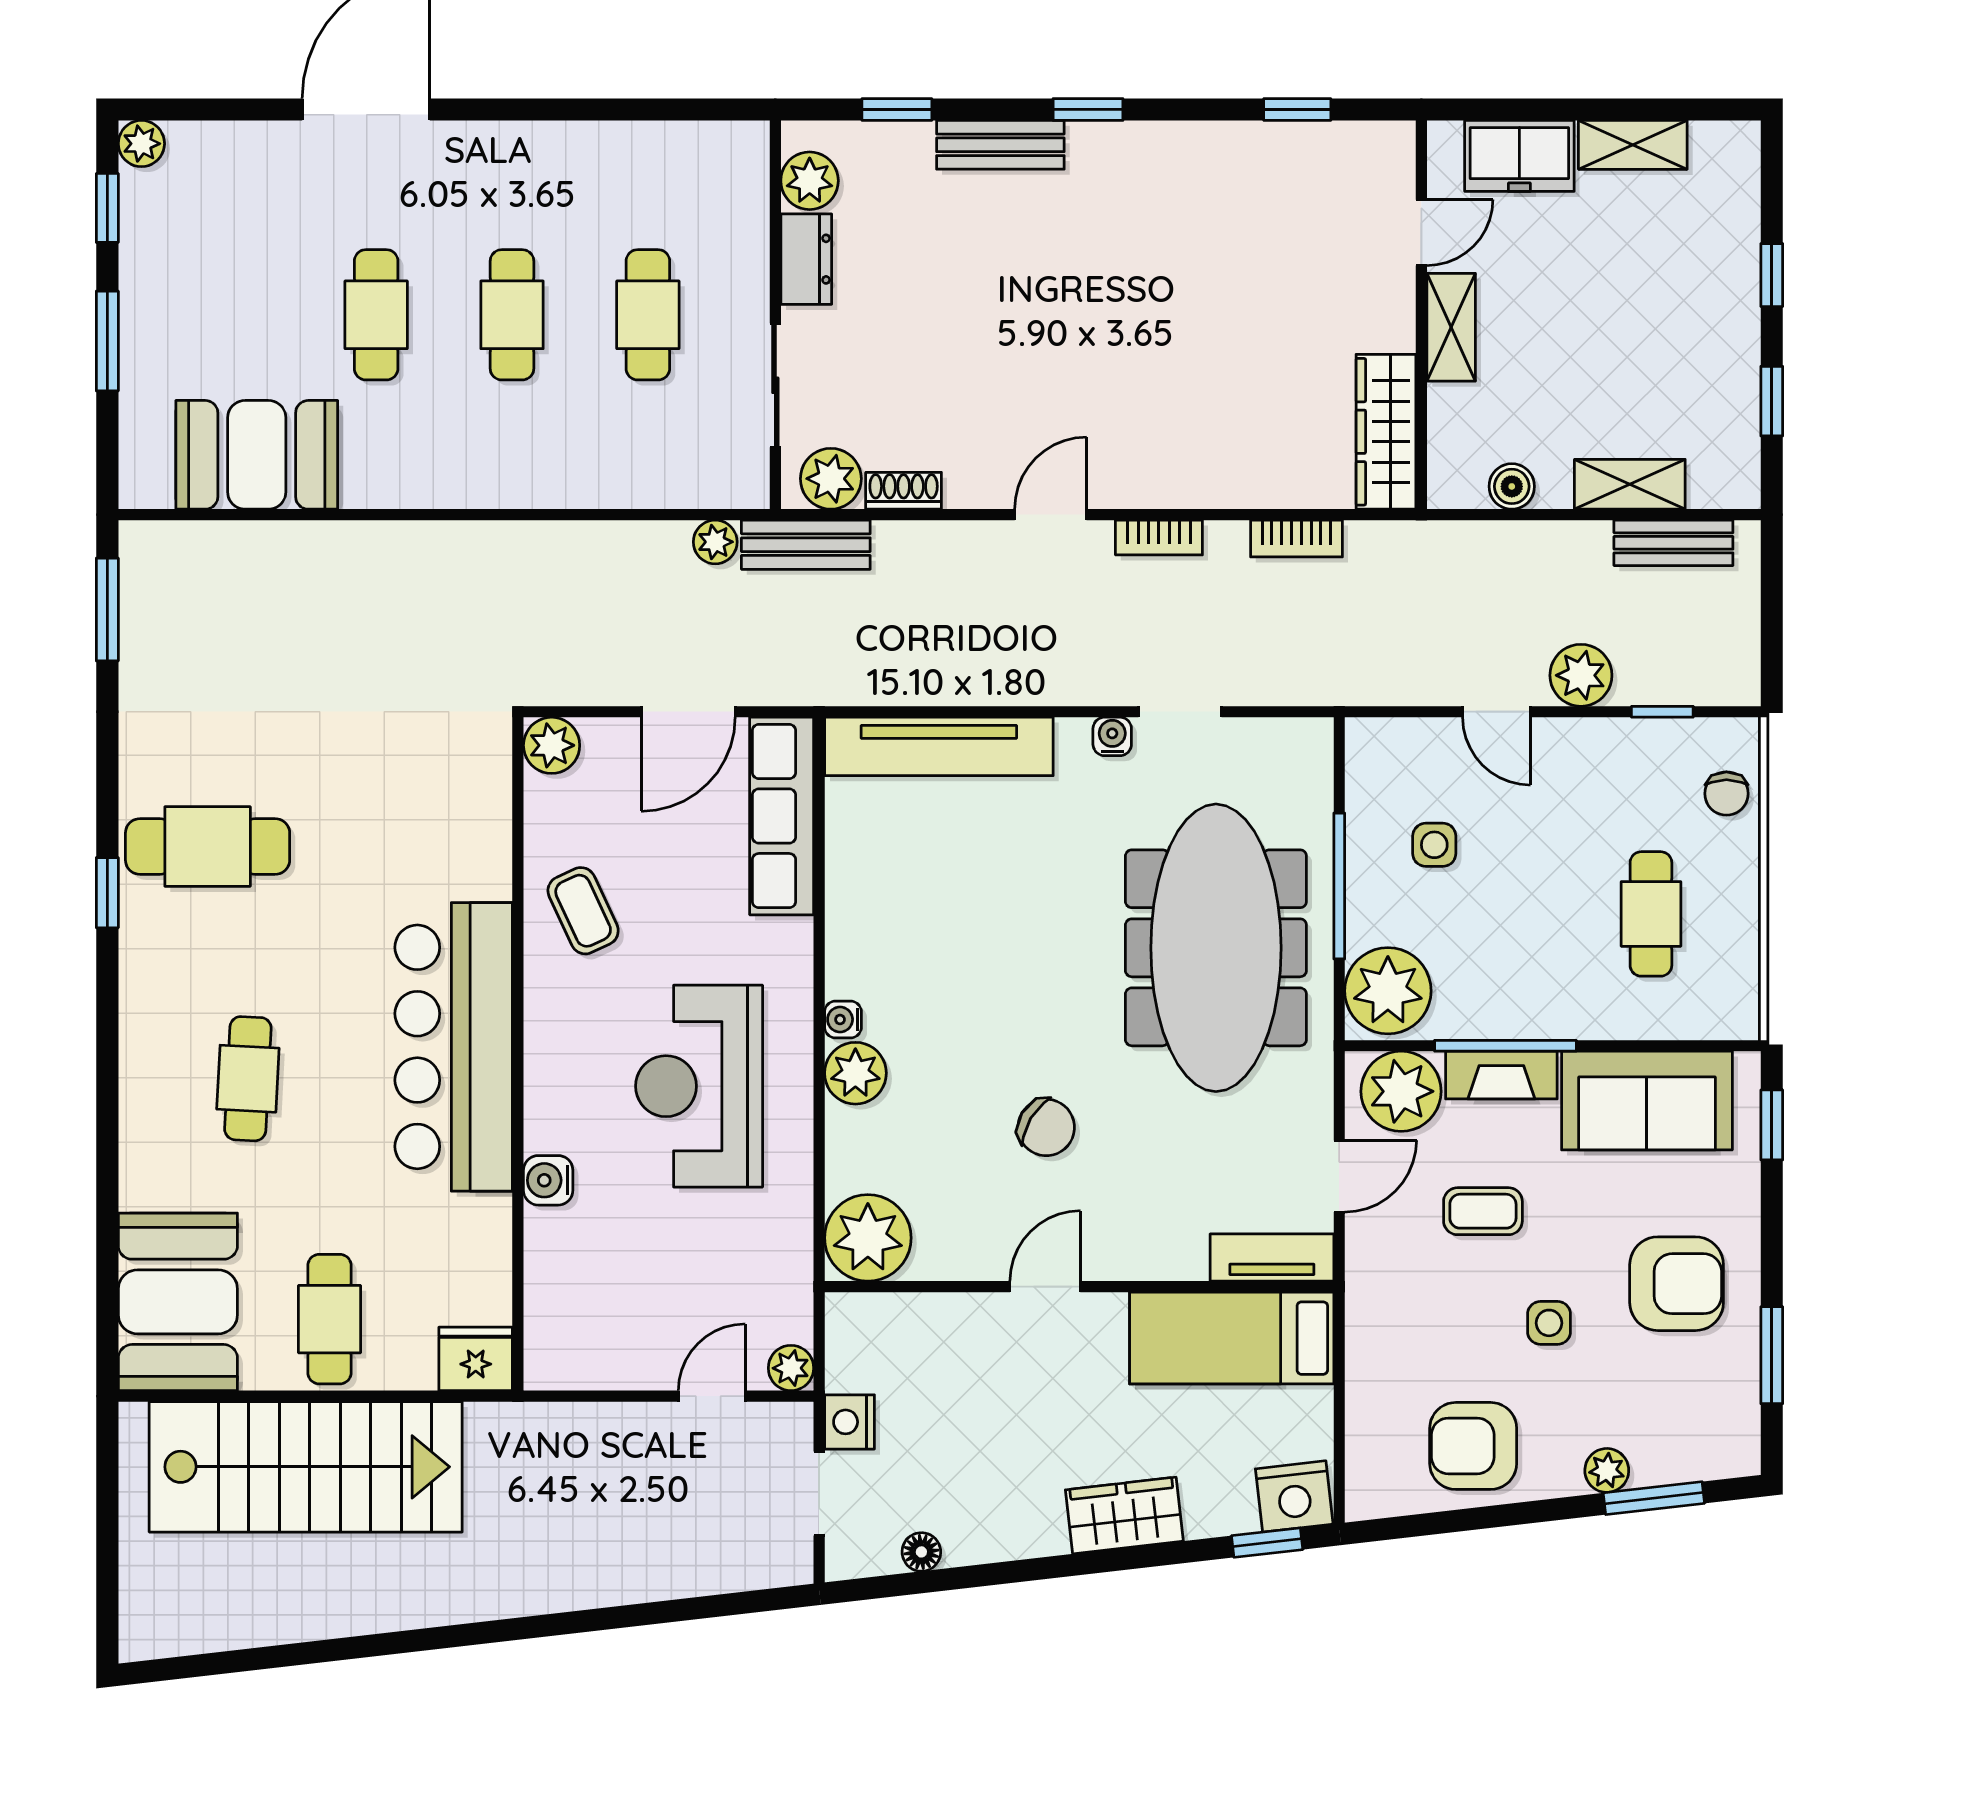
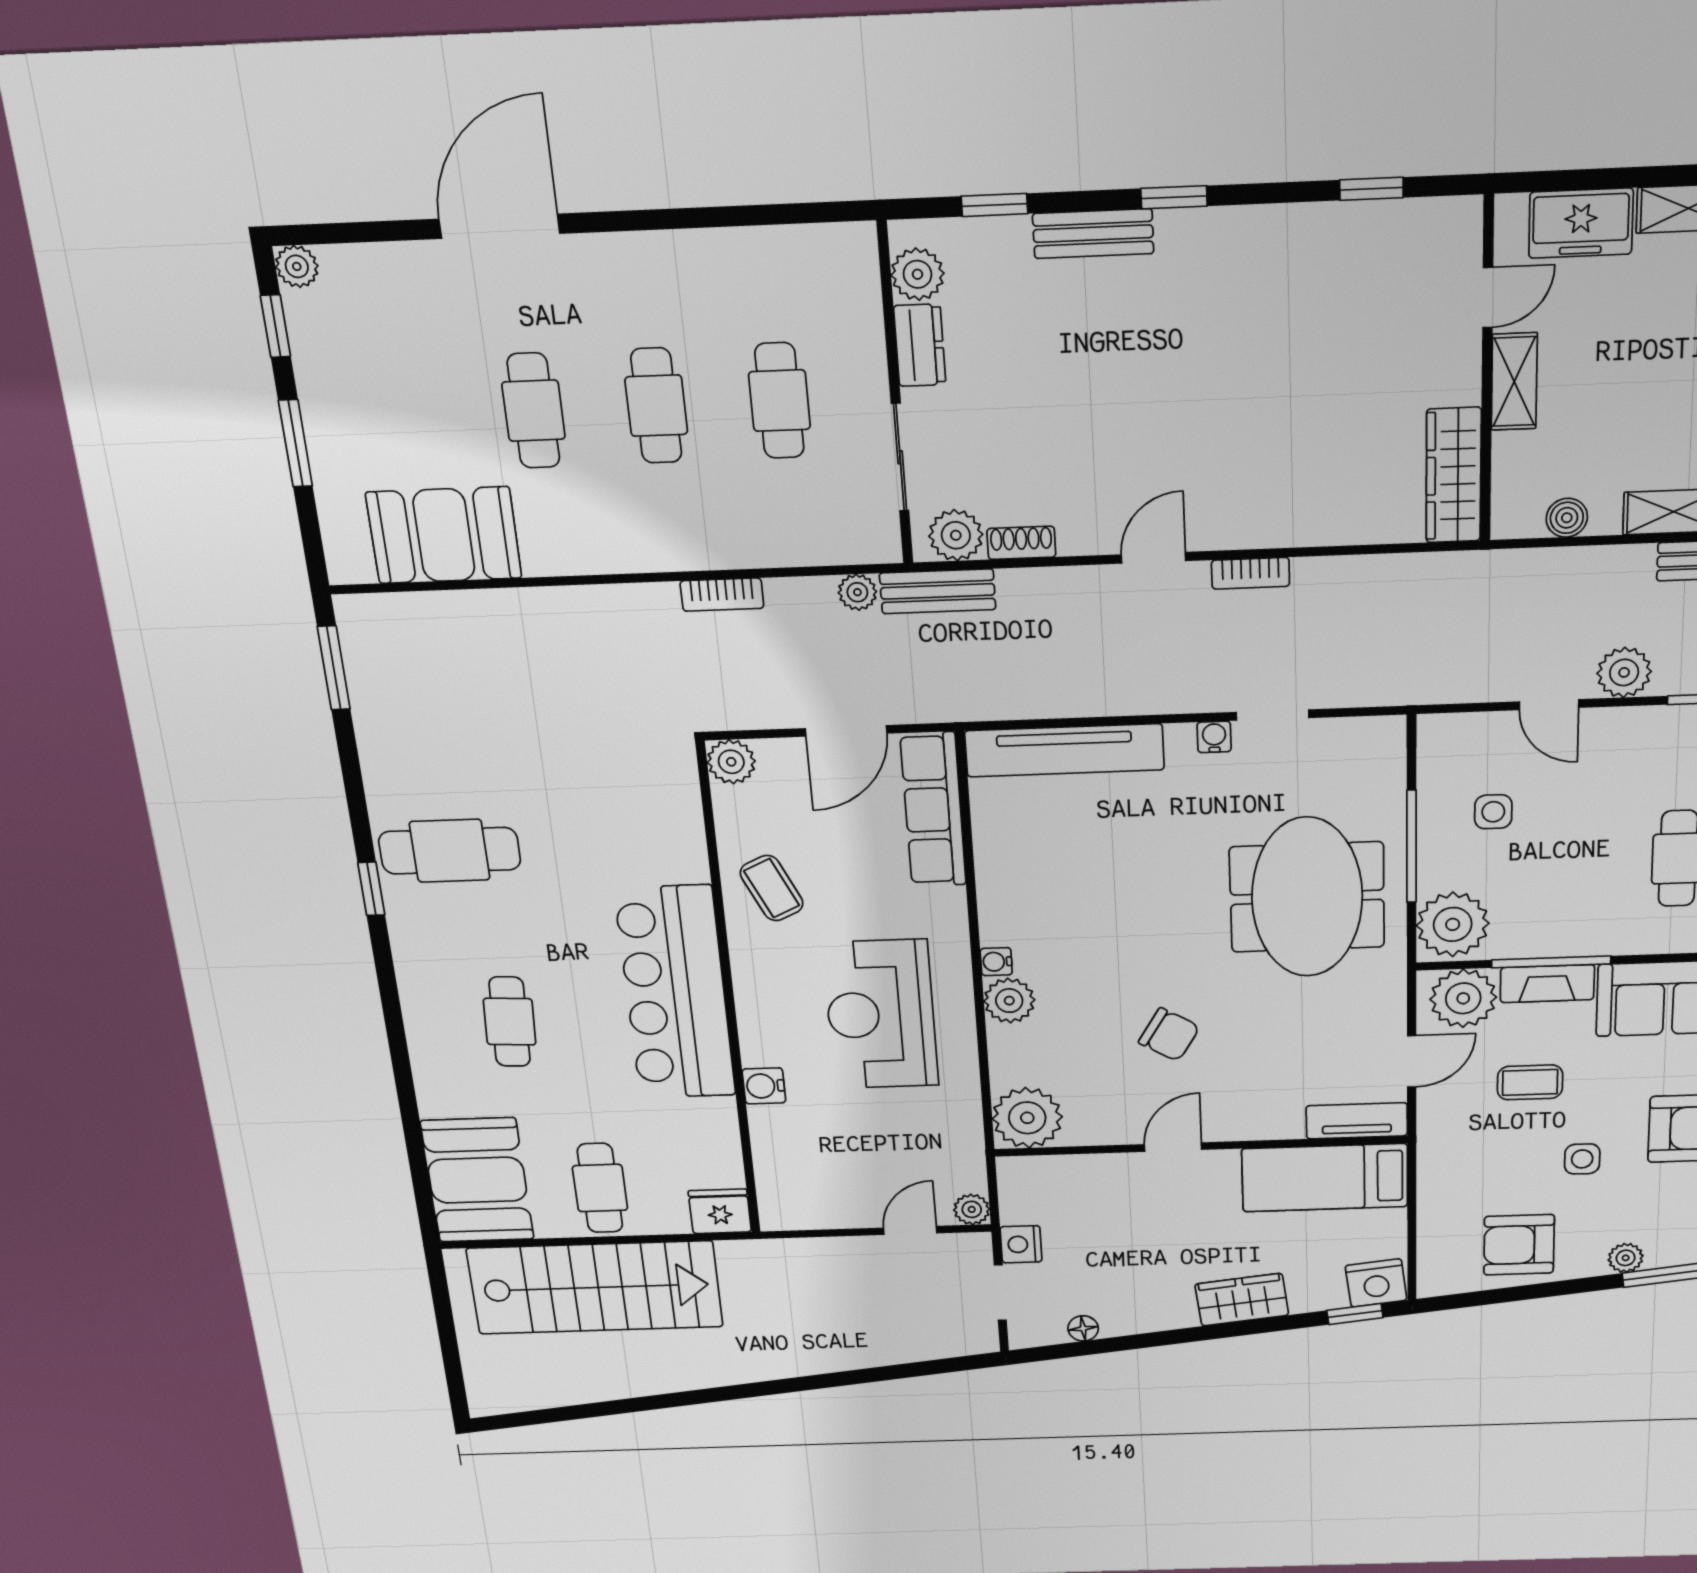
bookcase: (1296, 539) -> (722, 595), moved
meeting table: (1216, 948) -> (1307, 897), width x0.73

